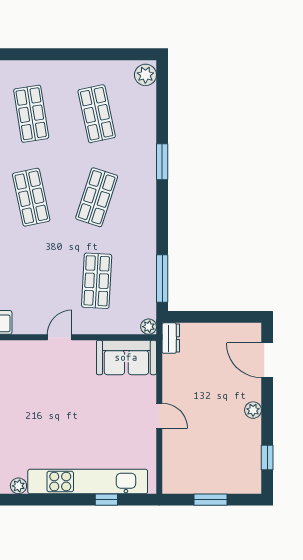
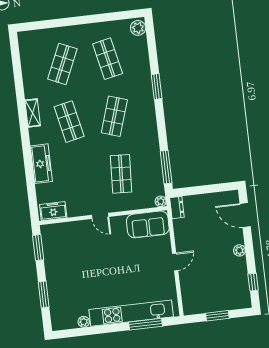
shop shelf: (31, 114) -> (62, 64), turned 33
door: (60, 337) -> (100, 216), swing flipped
door: (159, 416) -> (175, 262), hinge flipped
window: (106, 500) -> (146, 324), width x2.17

